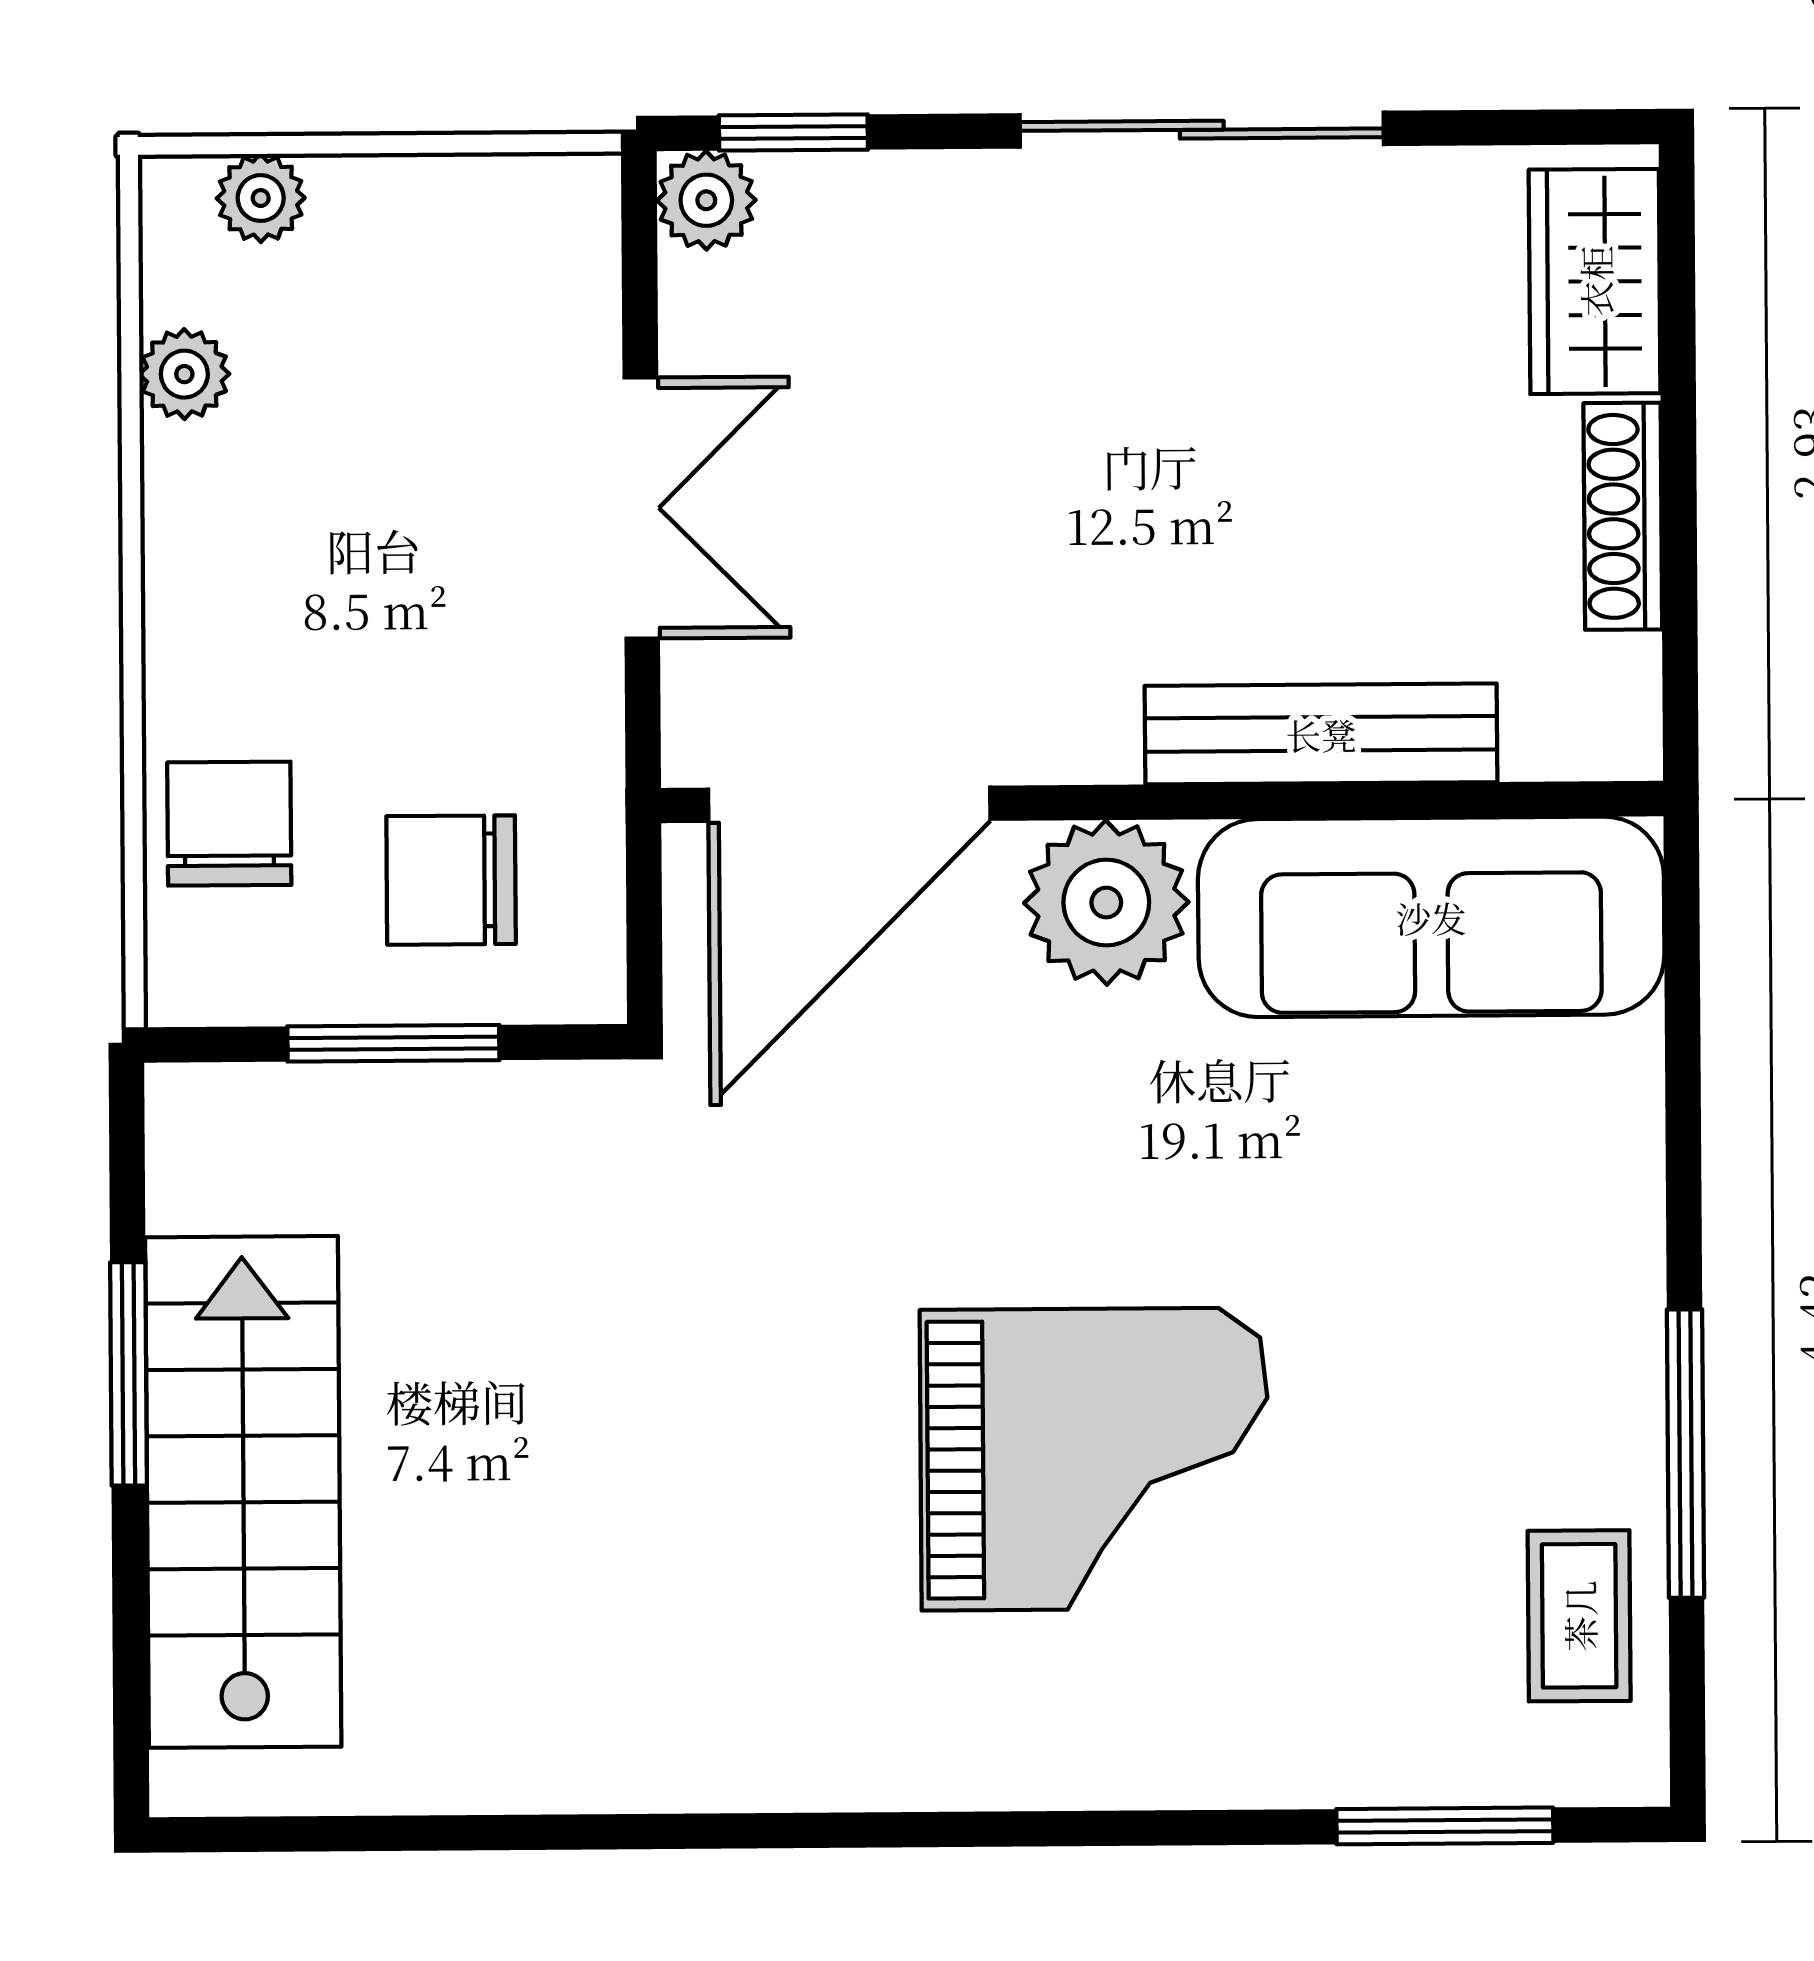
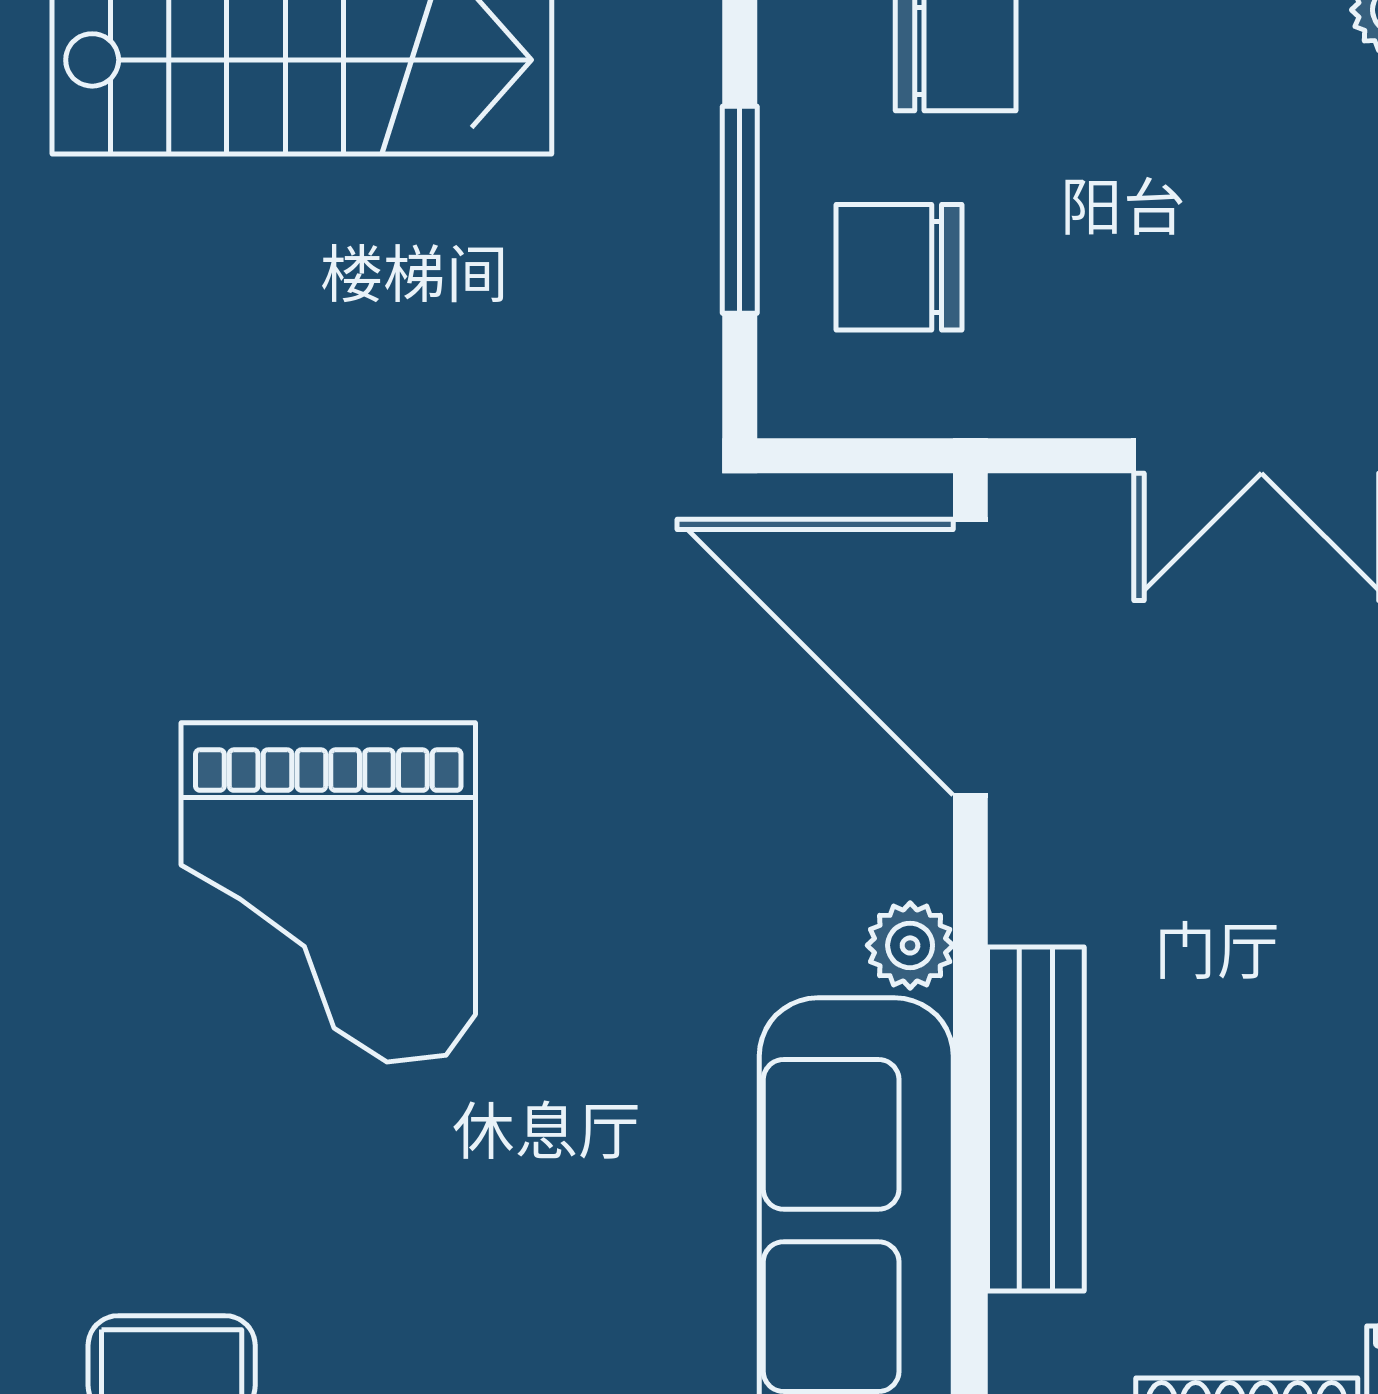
chair: (451, 880) -> (899, 267), turned -90
plant: (1106, 903) -> (910, 945), width x0.53, depth x0.53

